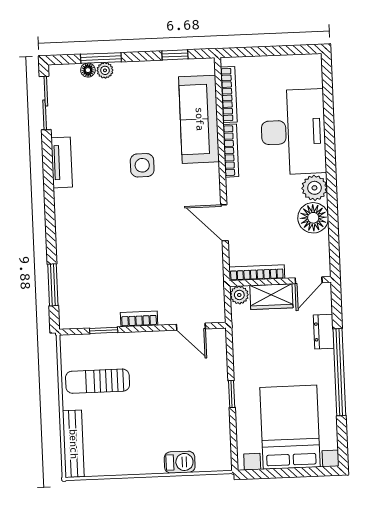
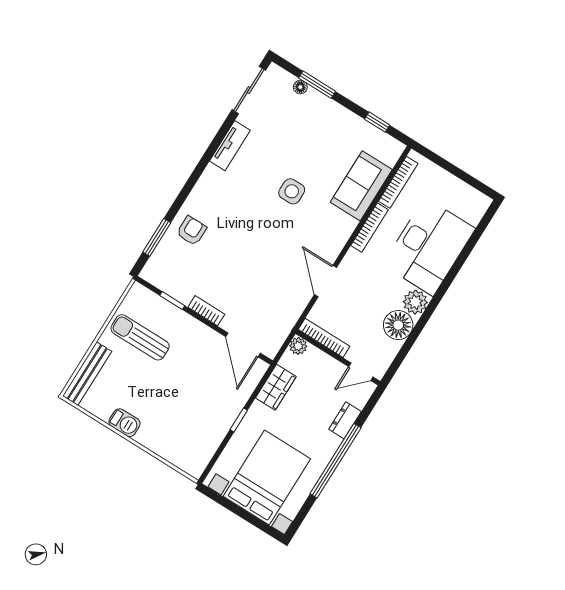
plant: (105, 70) -> (314, 96), removed
sofa: (199, 119) -> (361, 186), width x0.73
armchair: (79, 258) -> (192, 231), added
wardrobe: (271, 297) -> (276, 387), moved, turned -90
door: (191, 327) -> (243, 345), width x1.38
barbecue: (180, 462) -> (124, 423), moved

